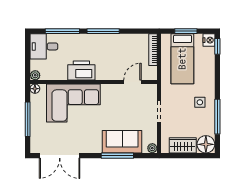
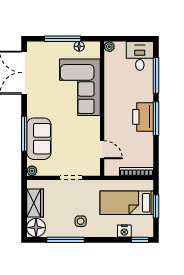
nightstand: (209, 40) -> (124, 231), moved
printer: (81, 71) -> (143, 117), moved, turned 180
floor lamp: (35, 89) -> (79, 46), moved

